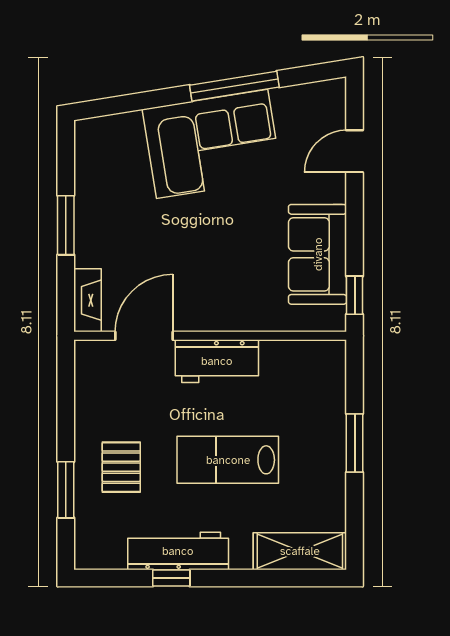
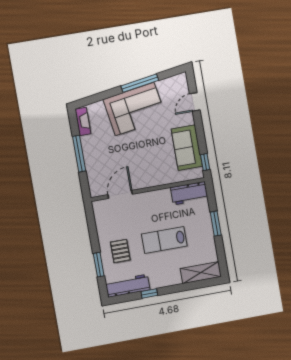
window: (66, 225) -> (79, 154), width x1.44
fireplace: (87, 300) -> (83, 121), moved
workbench: (217, 361) -> (189, 193), moved
workbench: (178, 551) -> (128, 286), moved

